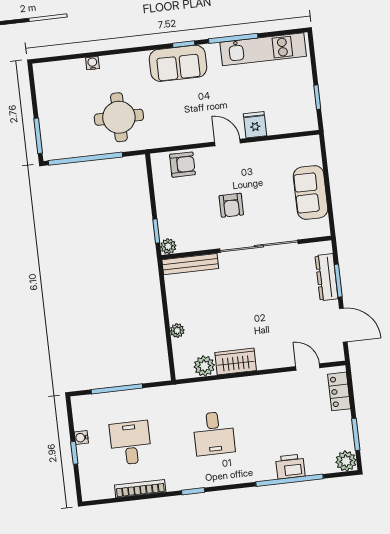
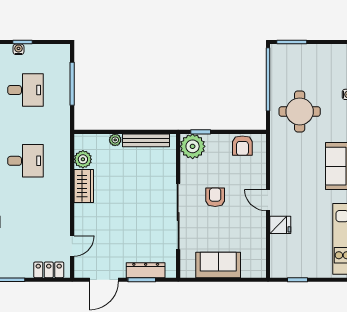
door: (228, 143) -> (268, 200), swing flipped
armchair: (182, 165) -> (242, 146), moved
armchair: (231, 205) -> (215, 197), turned 90
plant: (168, 246) -> (193, 146), width x1.87, depth x1.87
bench: (190, 264) -> (146, 140), moved, turned 90
desk: (214, 433) -> (26, 161), turned 180
water cooler: (81, 438) -> (18, 49), moved

